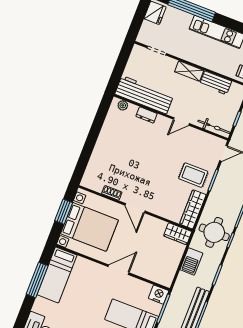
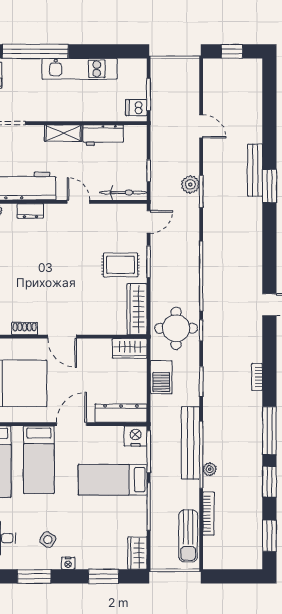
door: (181, 121) -> (78, 202), swing flipped
dresser: (155, 275) -> (121, 413), added
bed: (87, 285) -> (39, 460), added

